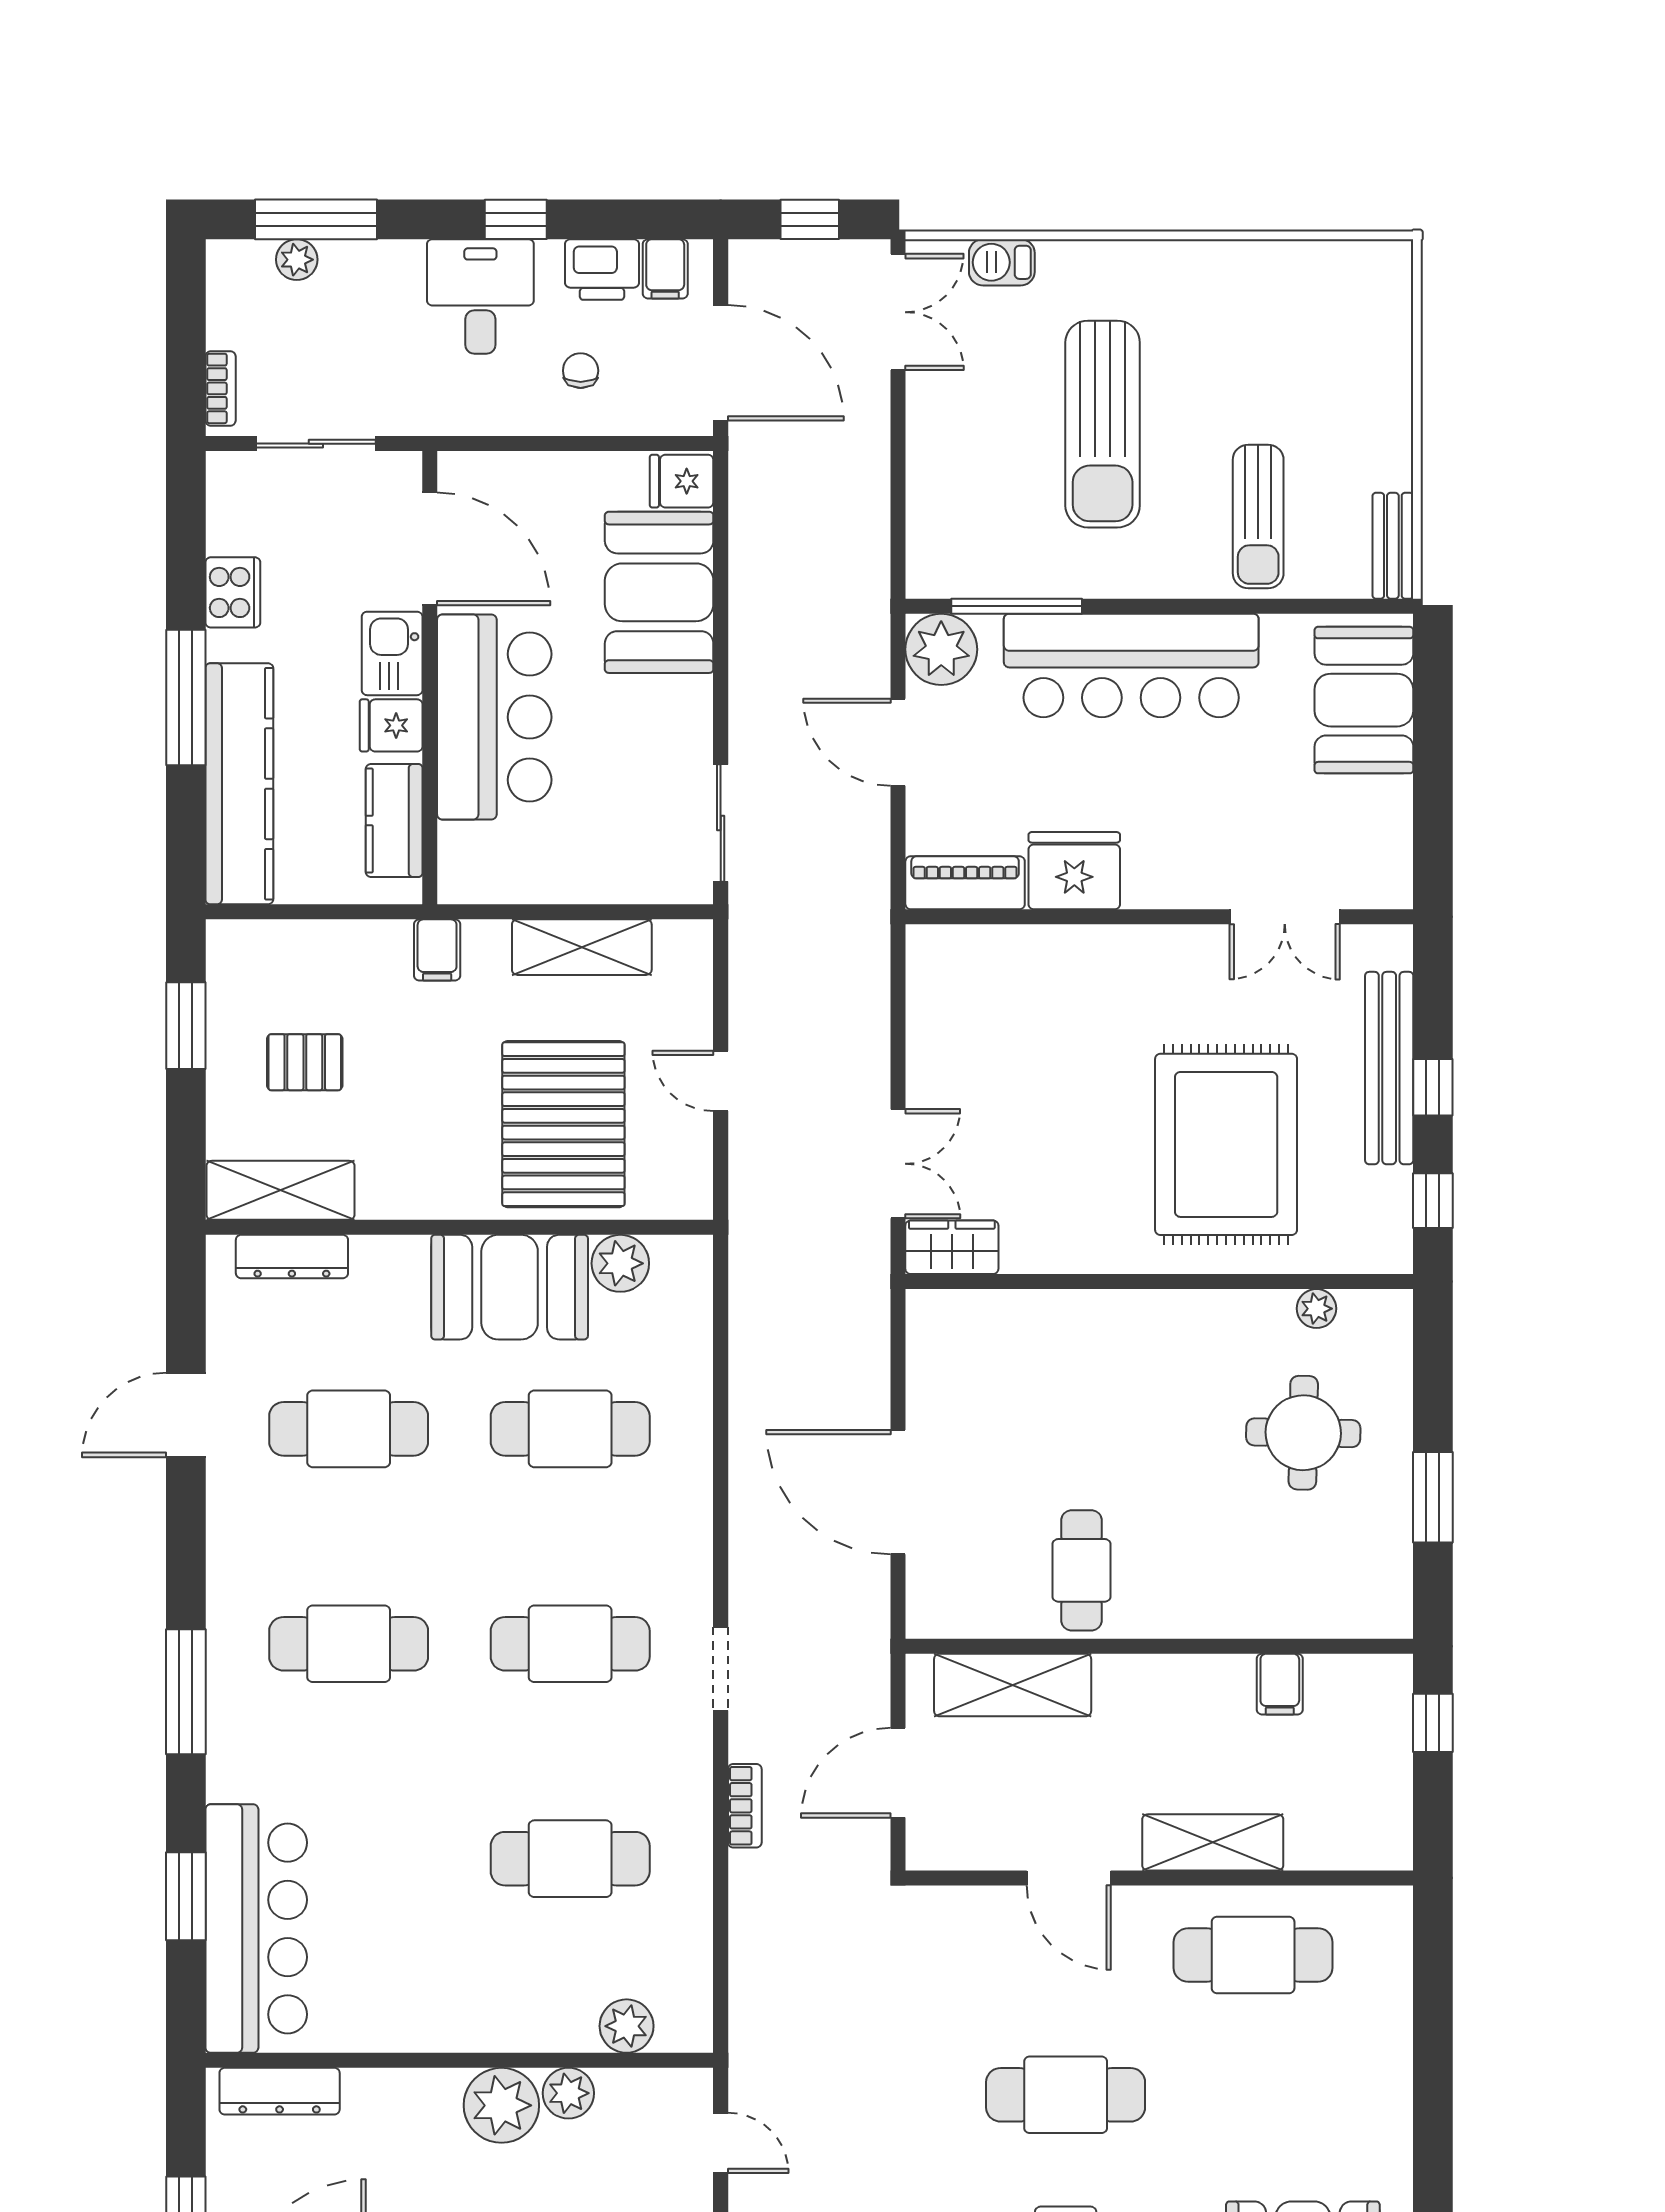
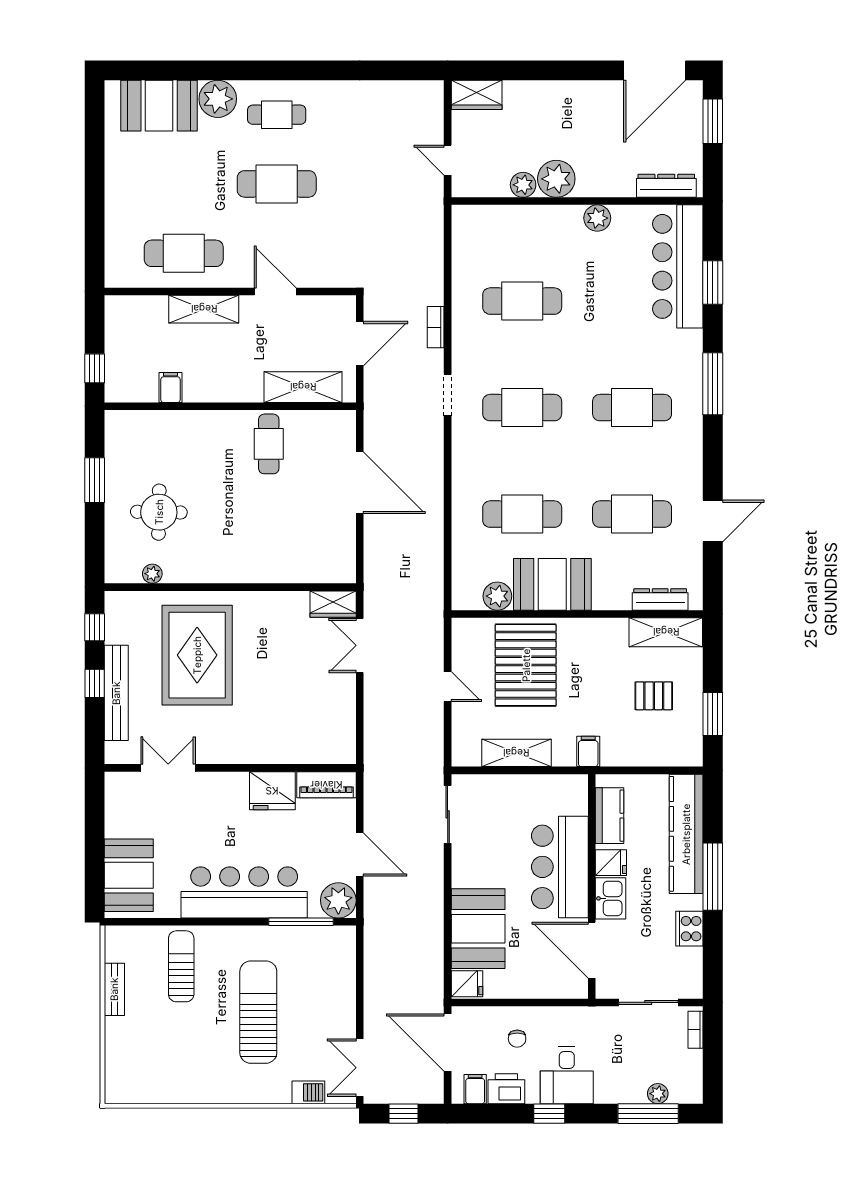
bench: (1393, 546) -> (114, 989), moved
plant: (627, 2026) -> (597, 218), moved

